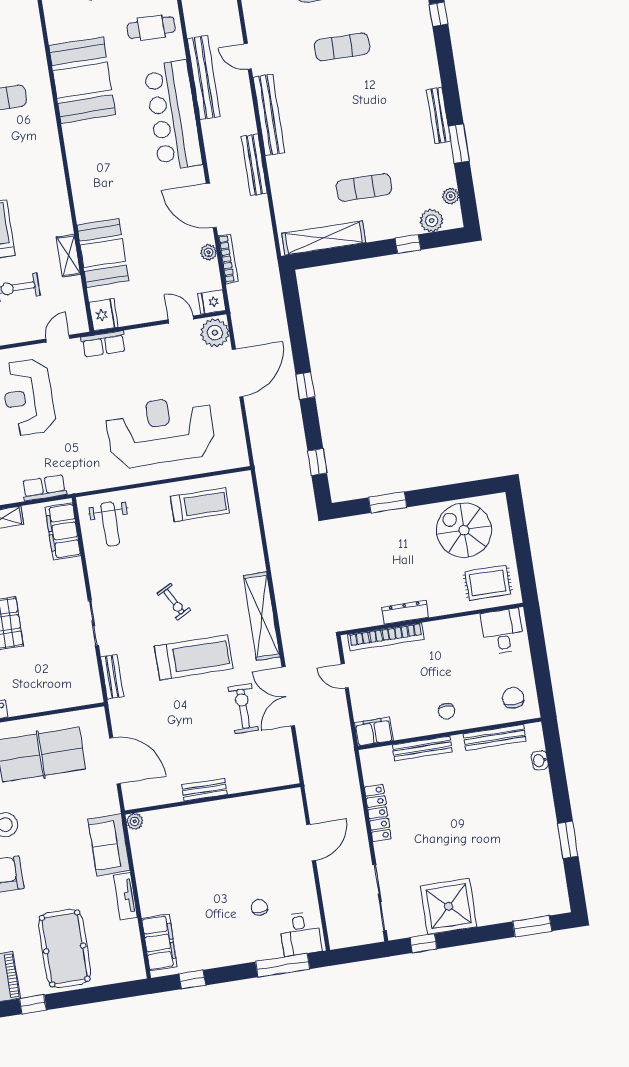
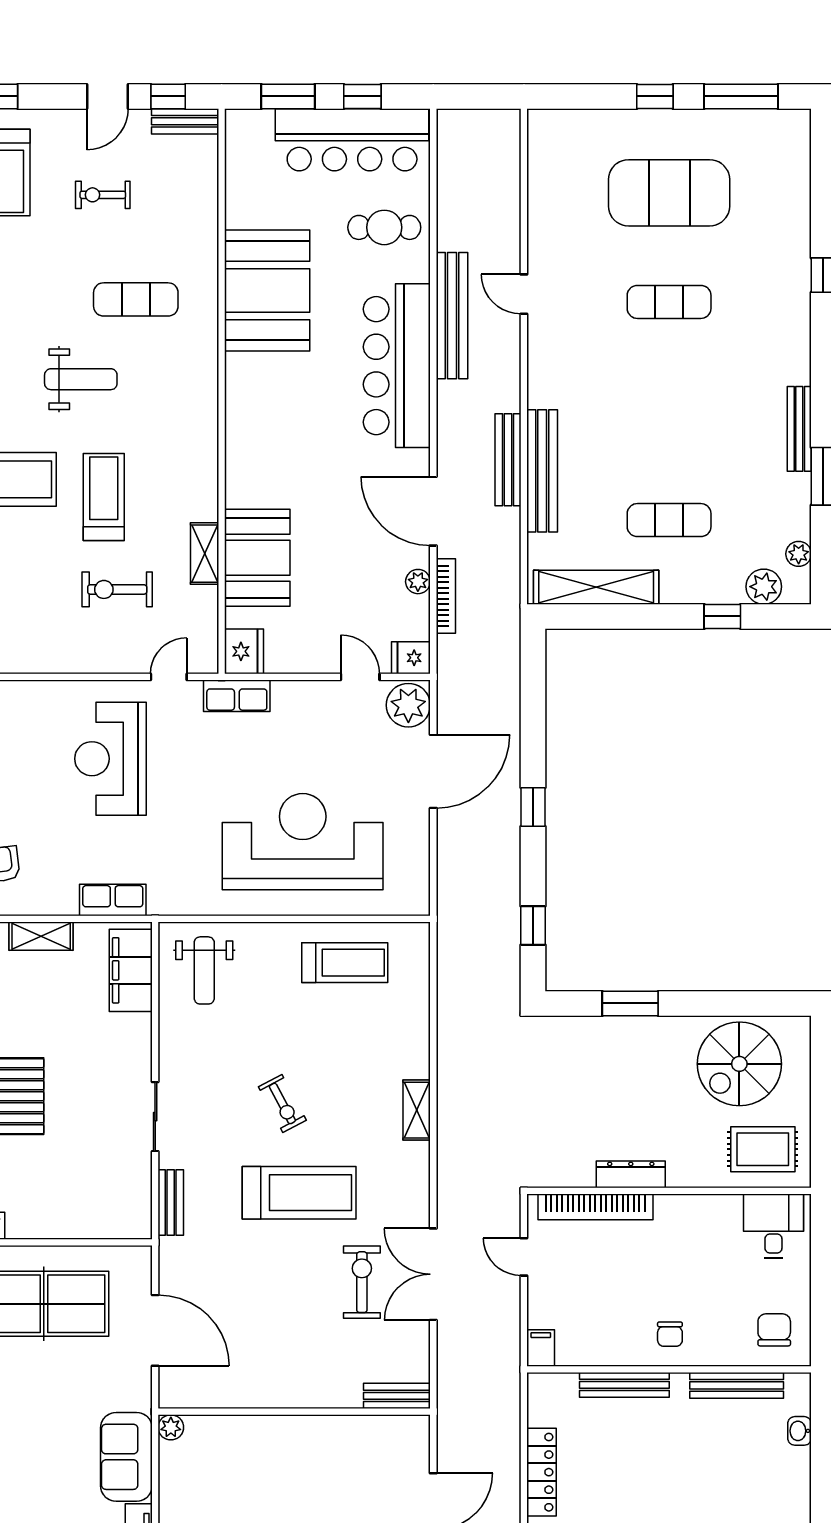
bench: (269, 115) -> (542, 471), moved
spiral stairs: (464, 530) -> (739, 1064), turned -90
shelving: (262, 616) -> (417, 1110), width x0.45, depth x0.75
filing cabinet: (374, 732) -> (541, 1348), width x0.50
bench: (204, 790) -> (397, 1396), moved

